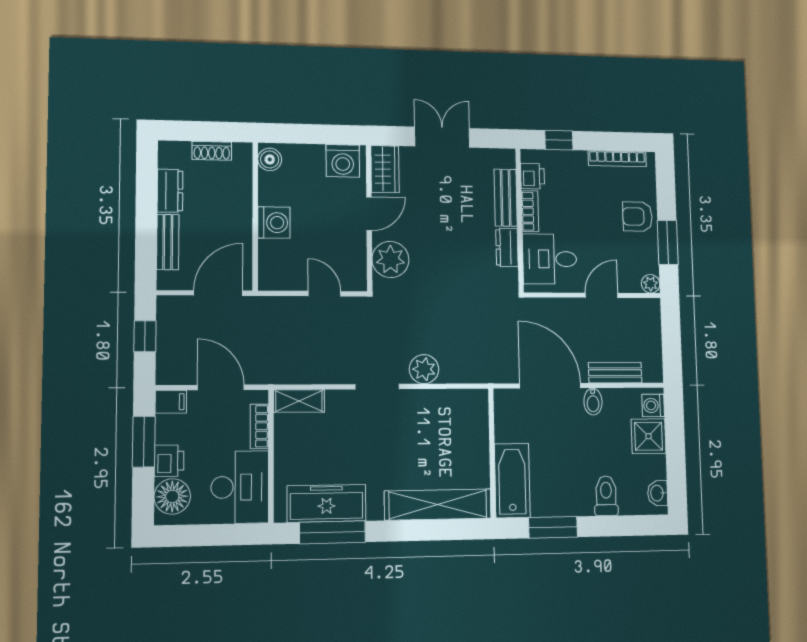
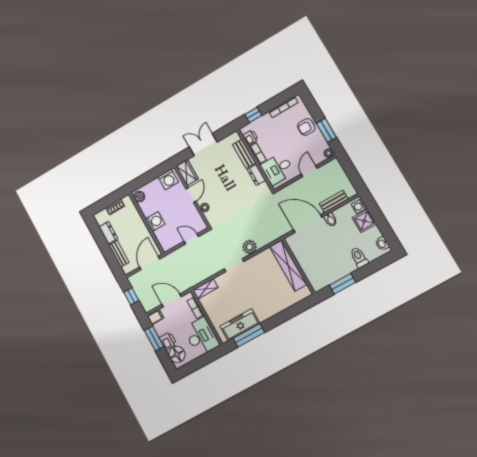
plant: (390, 259) -> (205, 207), width x0.53, depth x0.53
bathtub: (512, 481) -> (313, 273), removed
shelving: (438, 505) -> (288, 265), moved, turned 90

